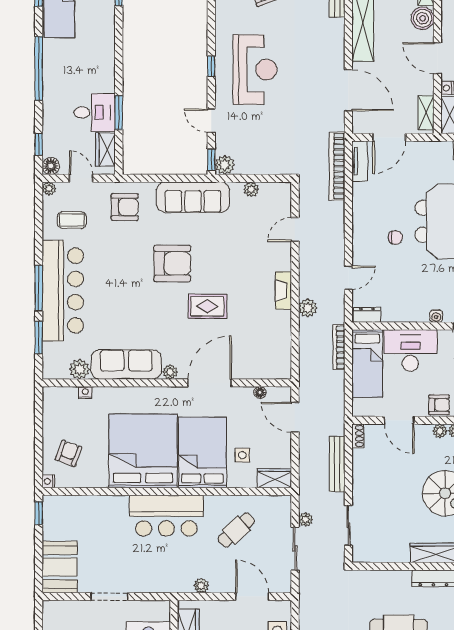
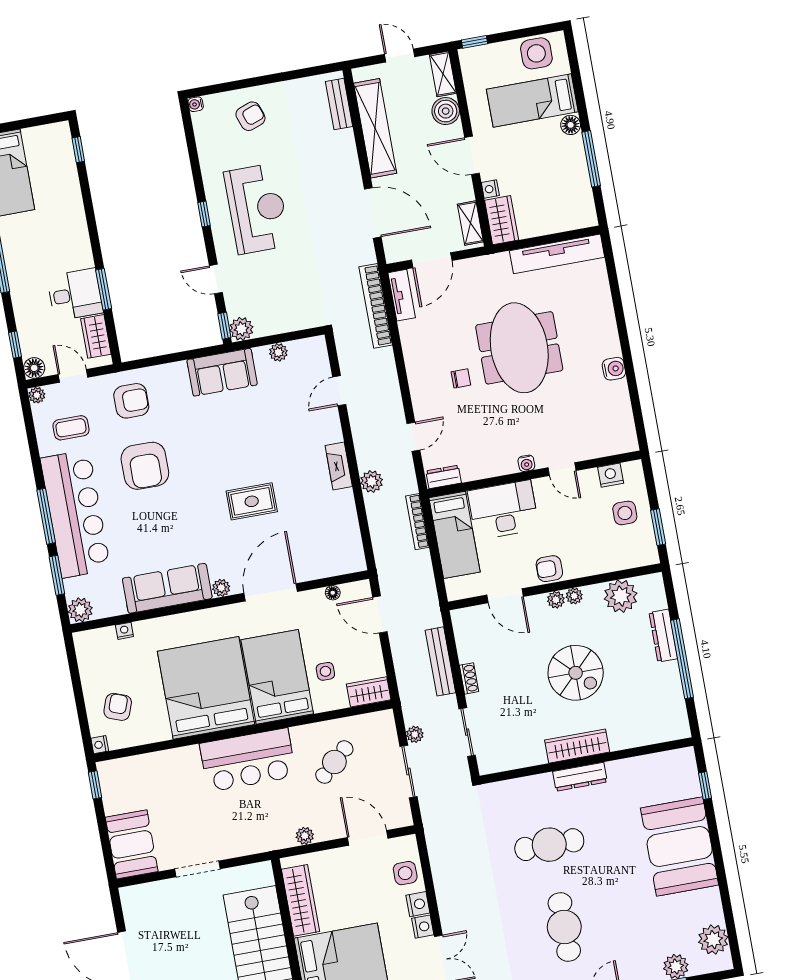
sofa: (193, 197) -> (222, 372), width x0.73
armchair: (172, 263) -> (145, 466), moved, turned 90
plant: (79, 369) -> (80, 610), moved
armchair: (439, 405) -> (549, 569), turned 180
shoe rack: (358, 436) -> (469, 678), moved

